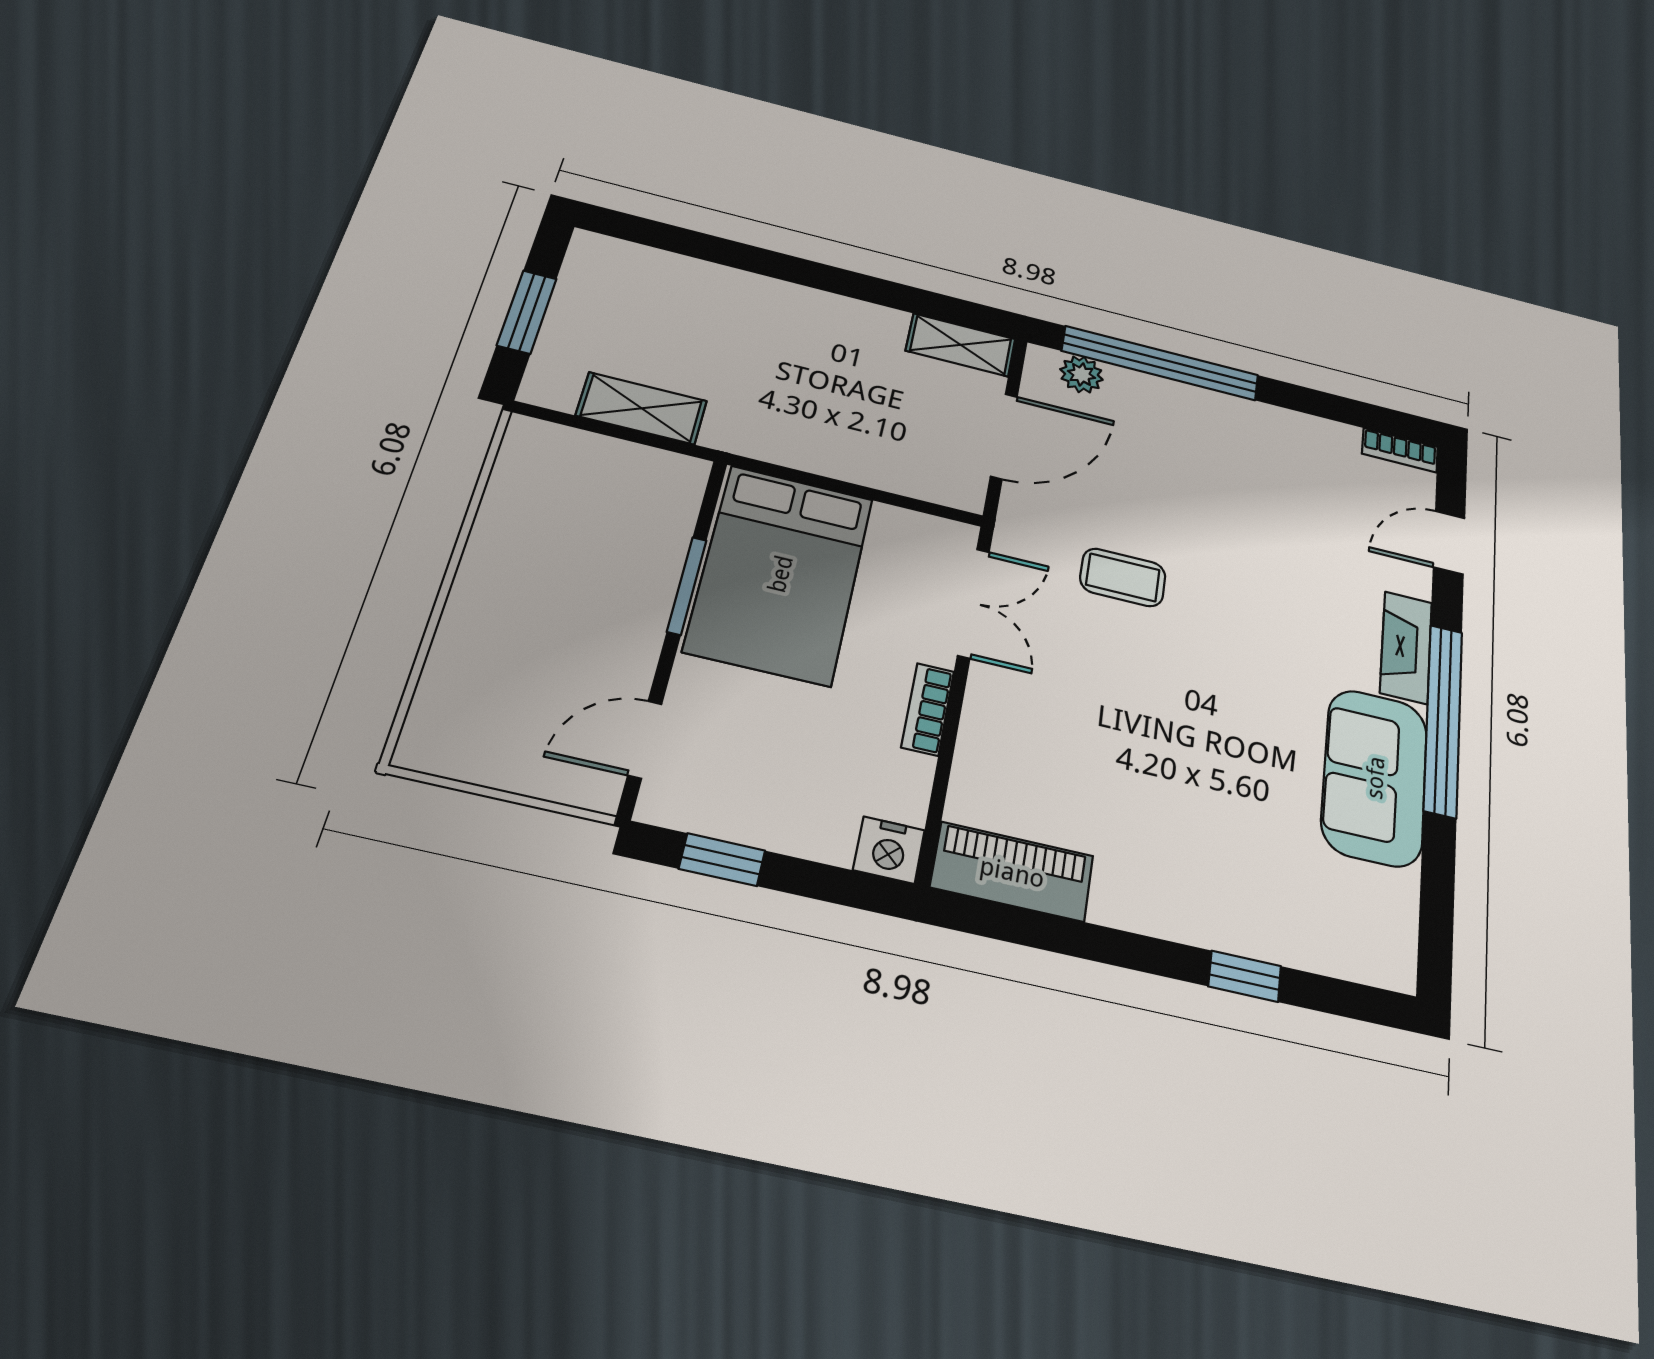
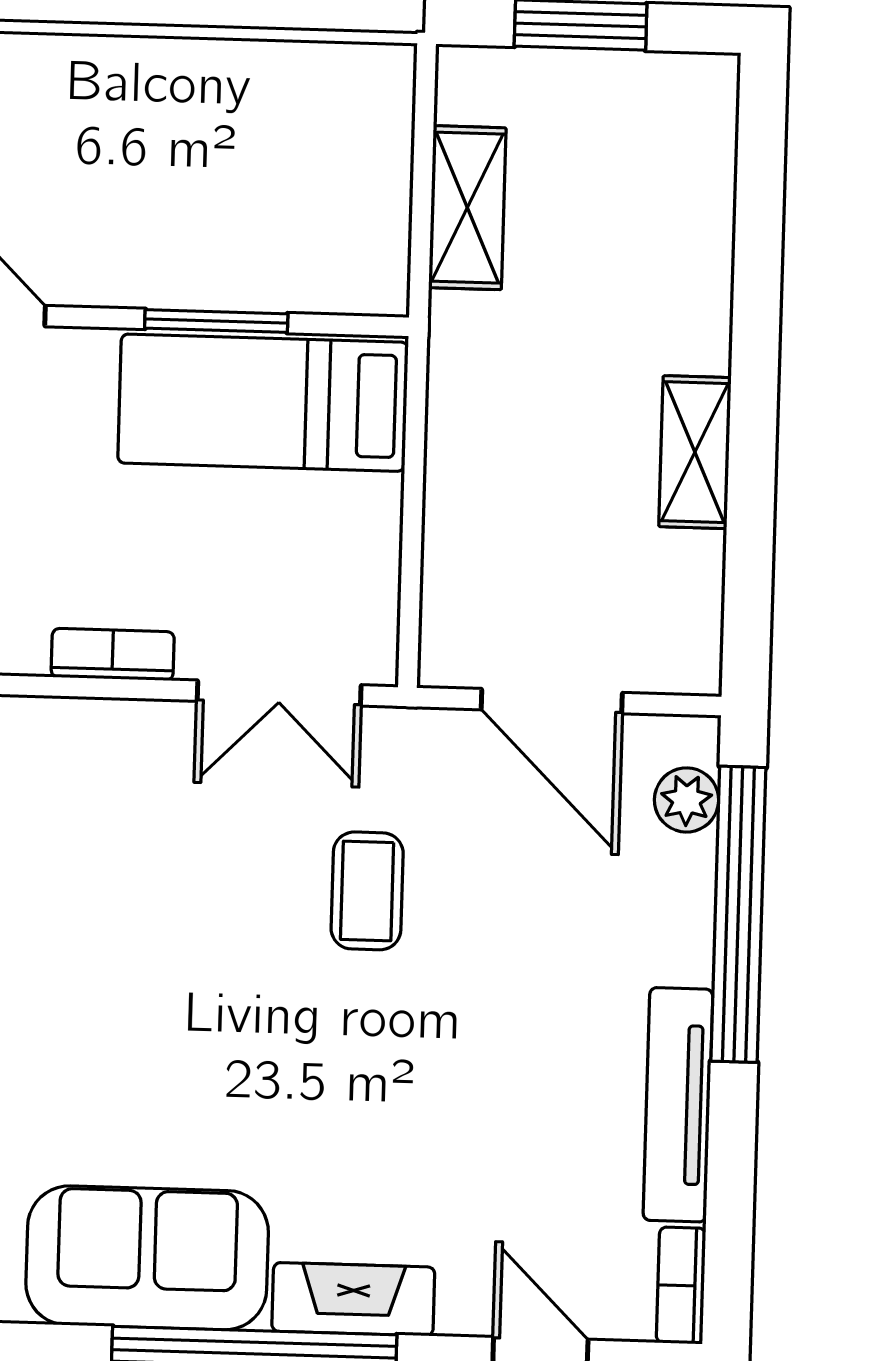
shelving: (961, 345) -> (695, 452), moved
tv unit: (1283, 425) -> (678, 1105), added
bed: (780, 574) -> (263, 403), width x0.67

